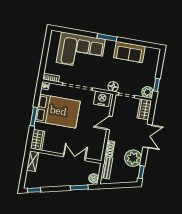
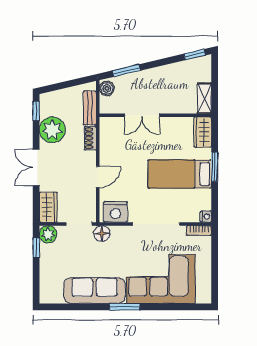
sofa: (129, 52) -> (94, 291), width x1.36
bed: (58, 111) -> (180, 174), width x0.67

